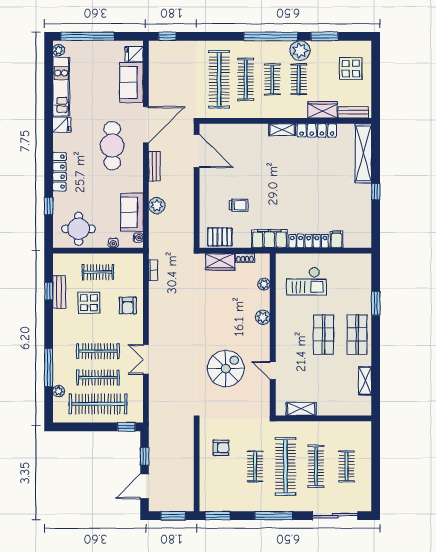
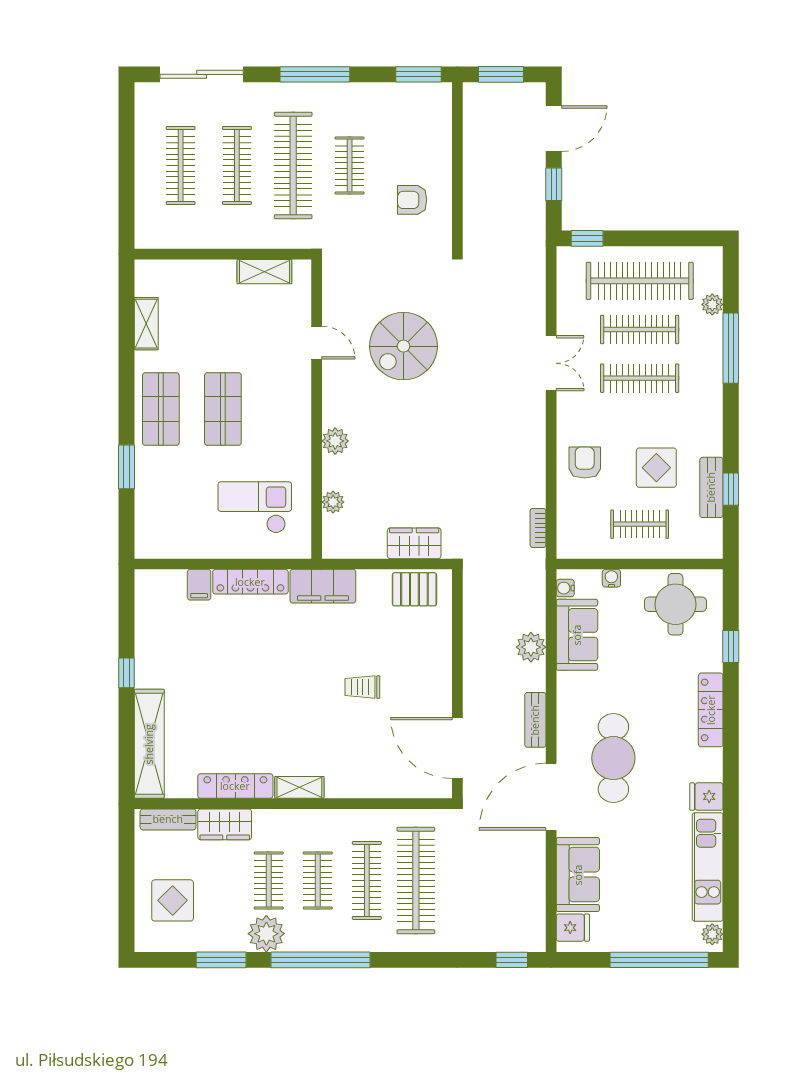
trolley: (239, 205) -> (362, 687), moved
shoe rack: (245, 258) -> (368, 550), removed
clothes rail: (346, 466) -> (181, 165), width x1.36

